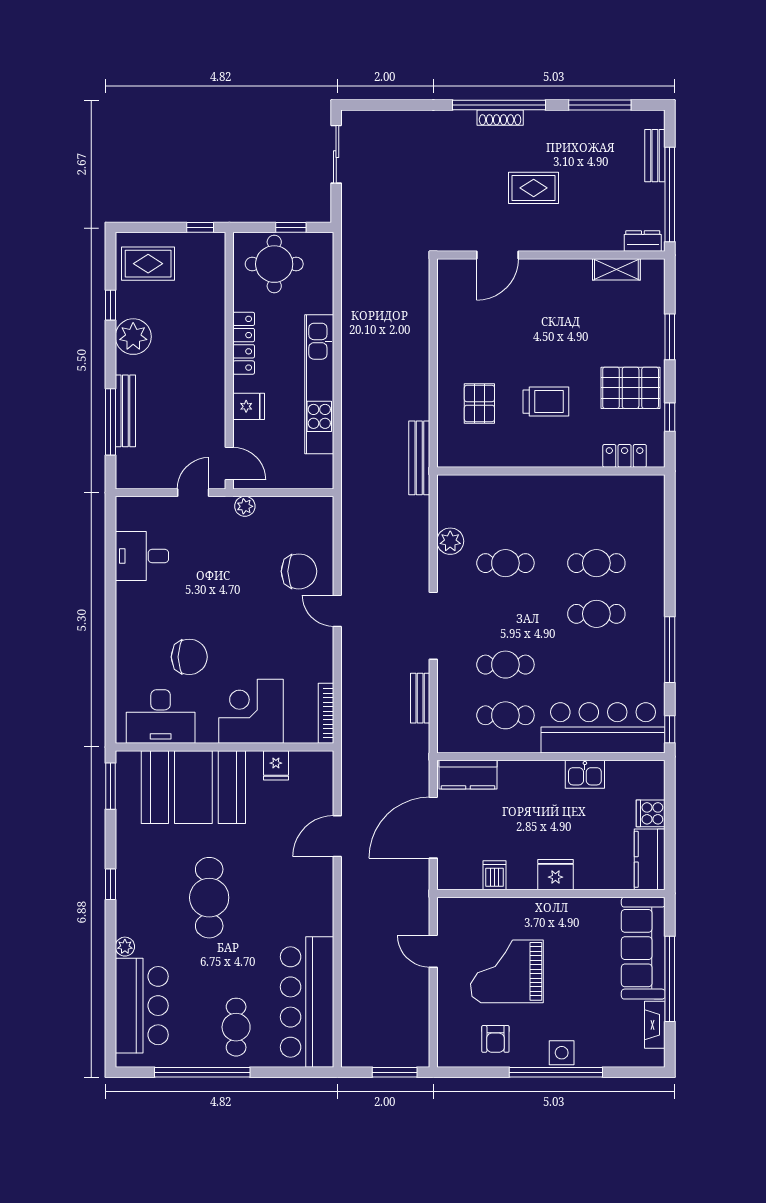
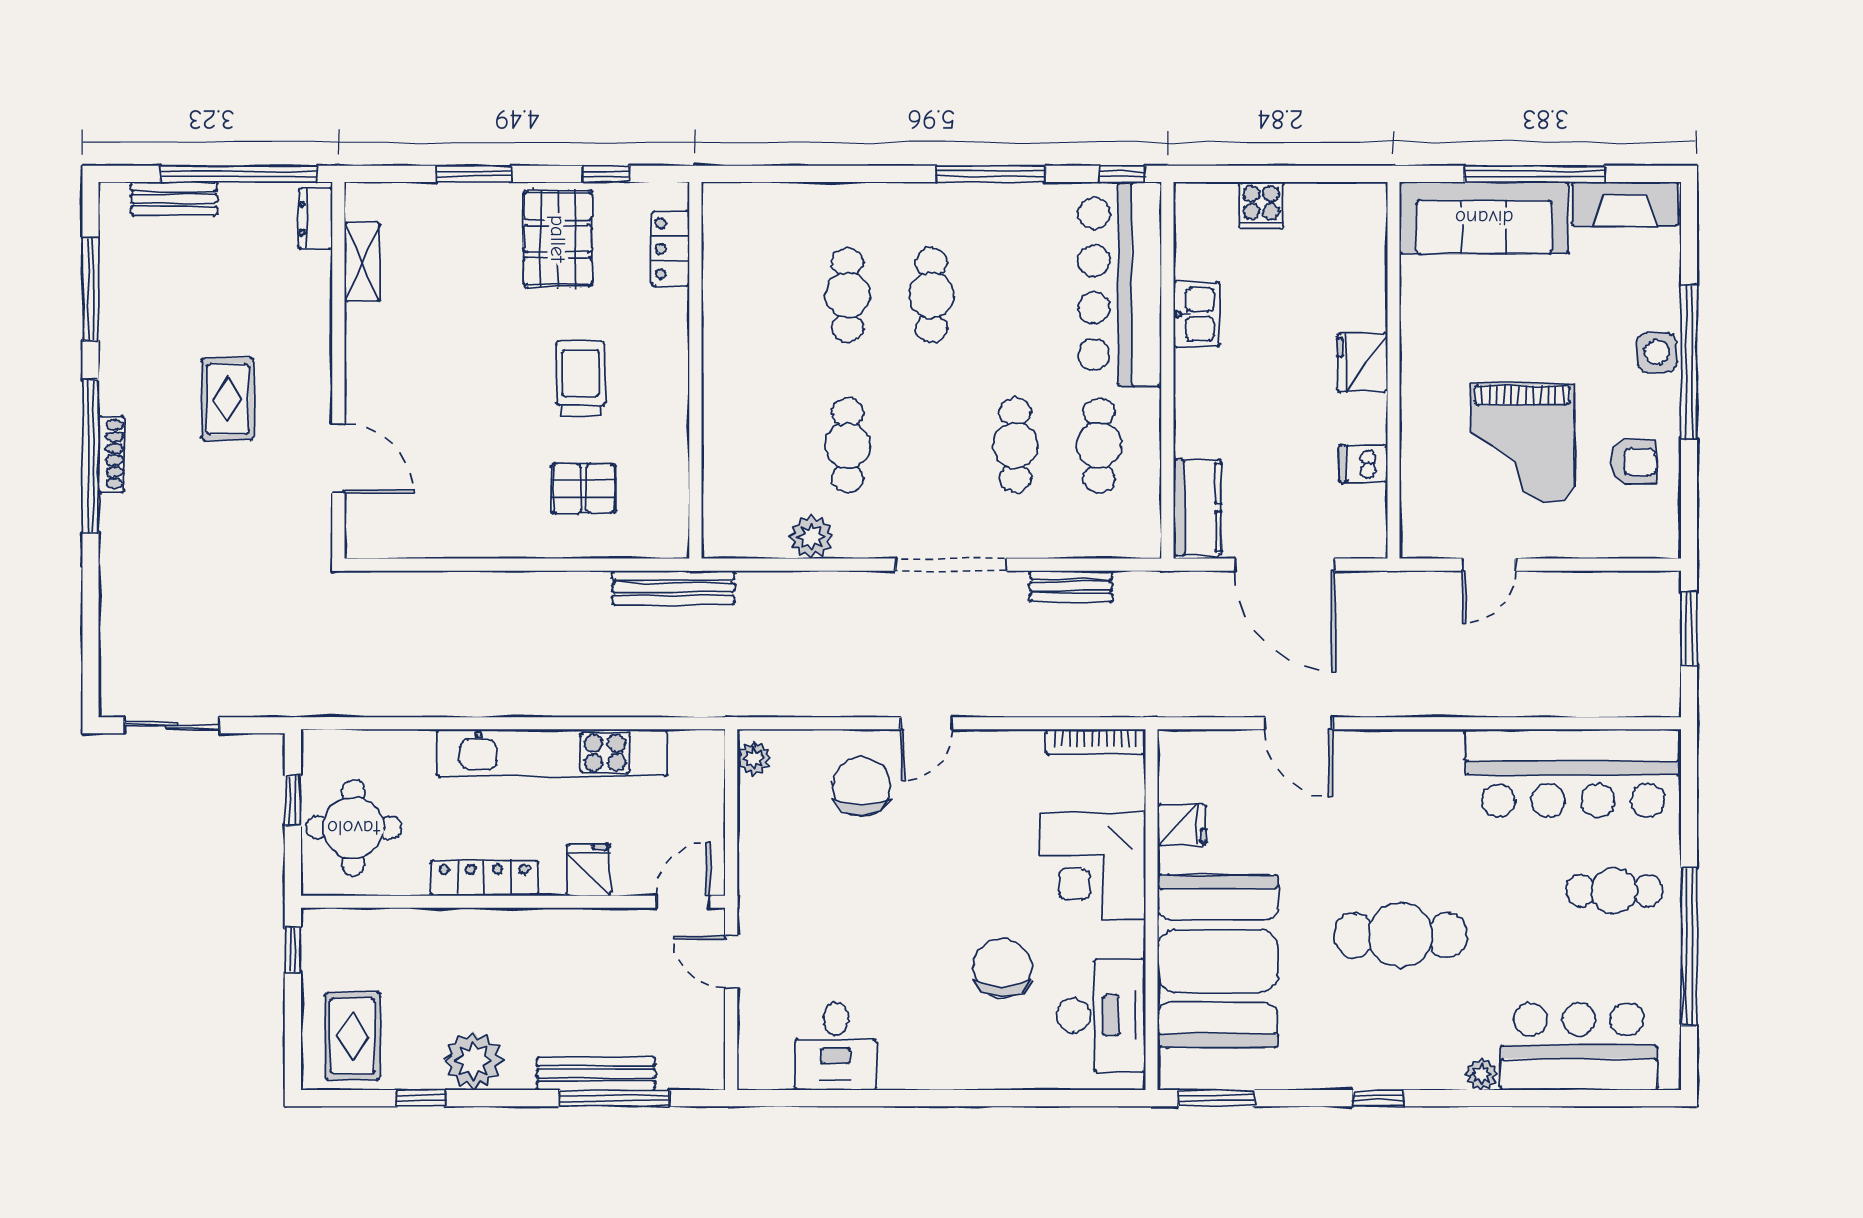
plant: (245, 506) -> (754, 758), moved
kitchen counter: (650, 859) -> (1337, 207), removed
fireplace: (655, 1025) -> (1625, 204), width x1.37, depth x1.32

